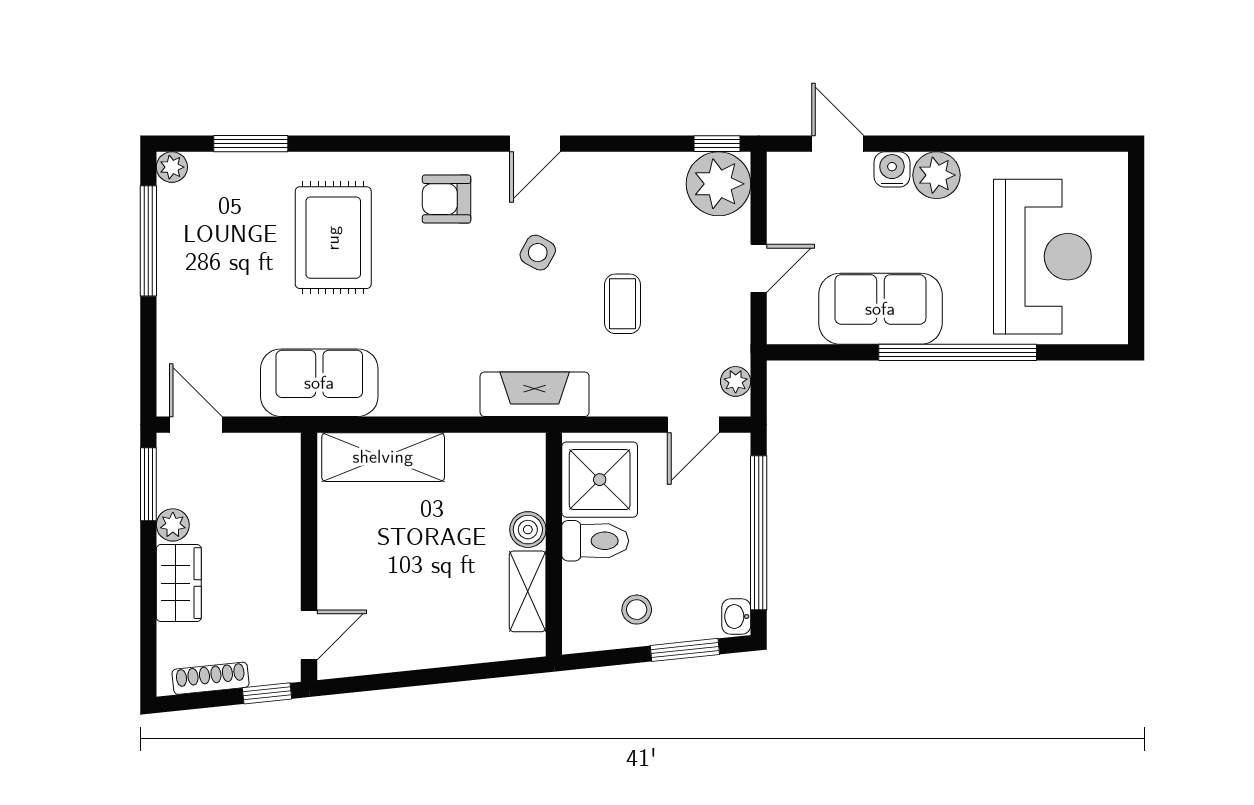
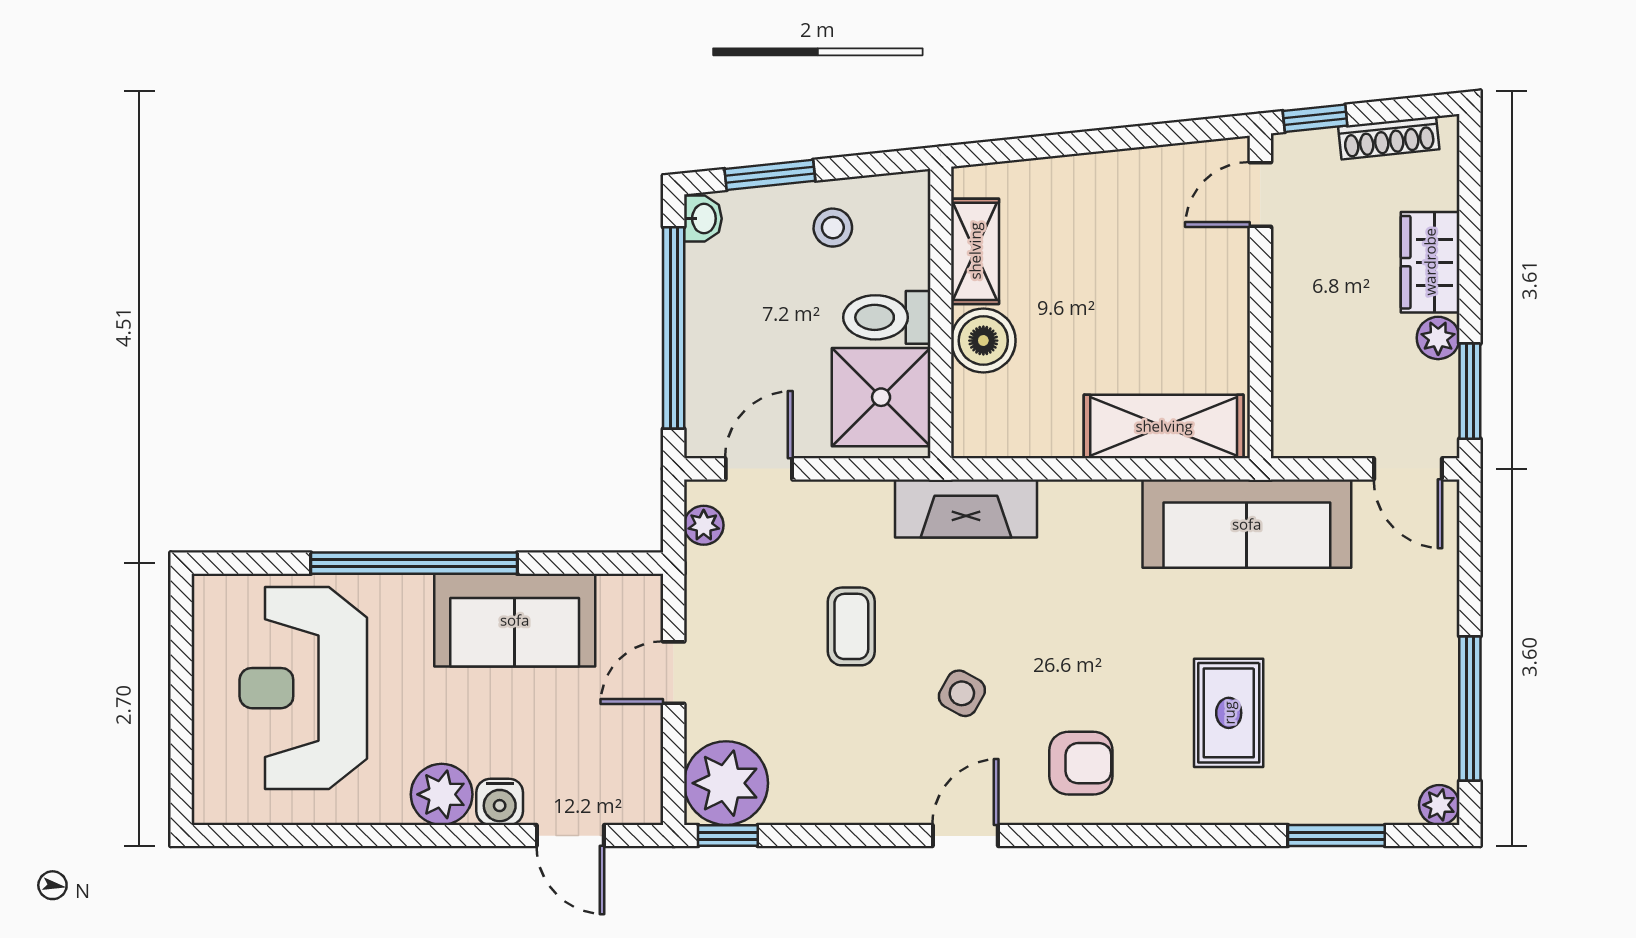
rug: (333, 238) -> (1229, 713), width x0.73, depth x0.70
sofa: (319, 383) -> (1247, 524), width x1.36
boiler: (528, 530) -> (983, 341), width x1.36, depth x1.36

